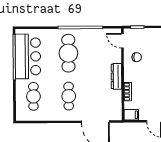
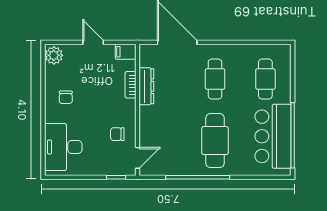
door: (122, 41) -> (137, 158), hinge flipped
dresser: (116, 76) -> (146, 86), moved

